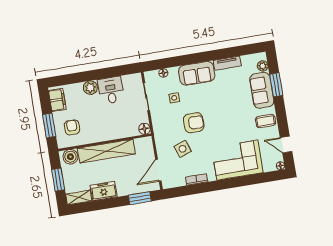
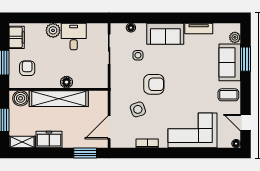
floor lamp: (145, 129) -> (67, 82), moved

